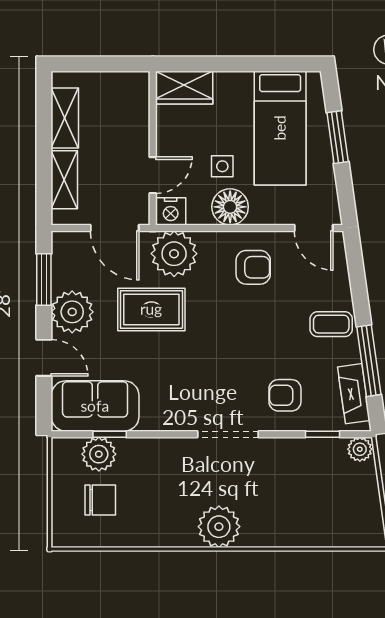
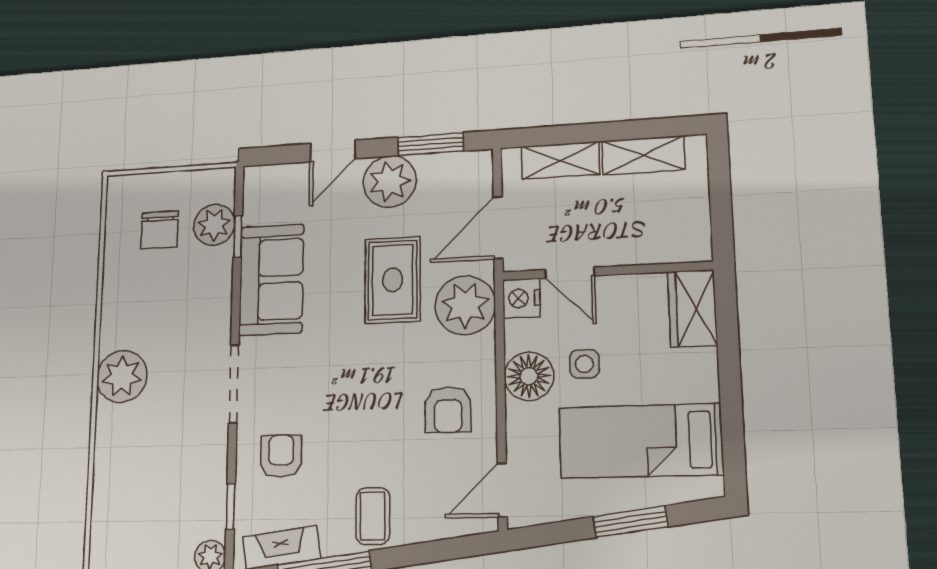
sofa: (95, 406) -> (271, 280), moved

